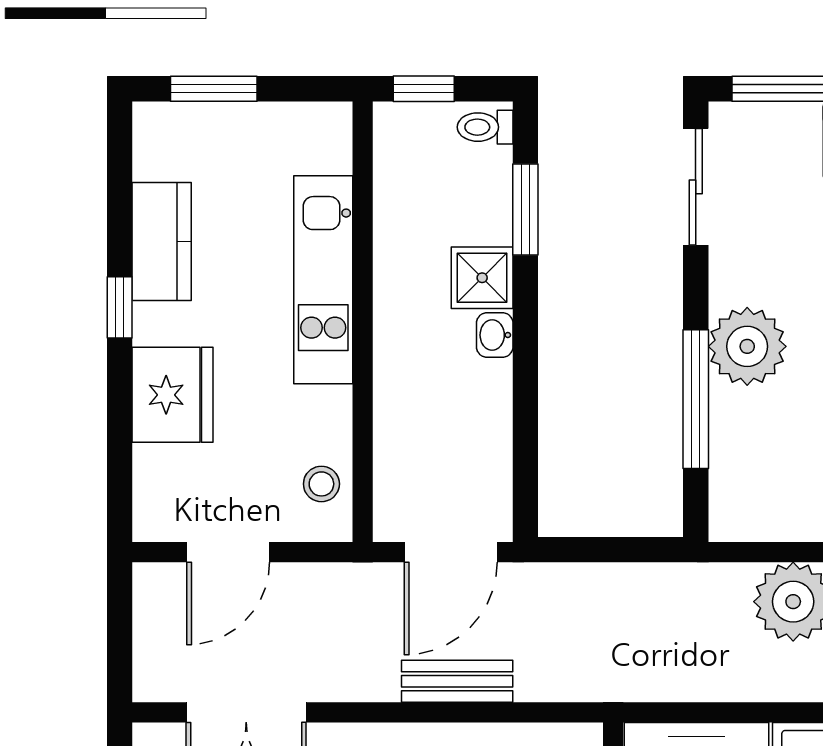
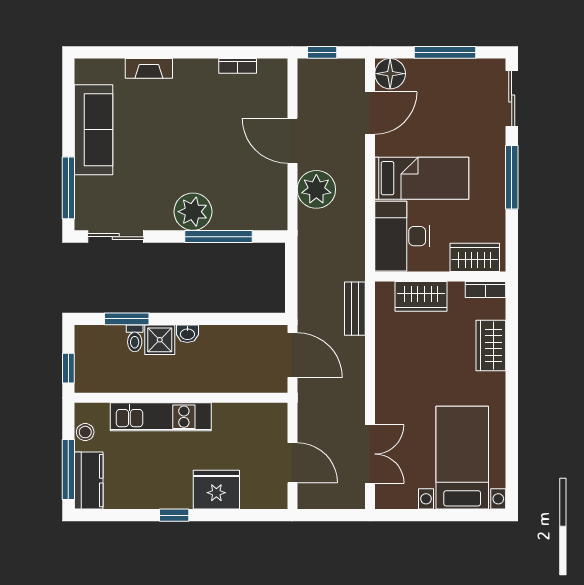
window: (214, 89) -> (68, 470), width x1.44
toilet: (485, 127) -> (135, 338), moved
kitchen counter: (162, 241) -> (89, 481), moved, turned 90
stool: (321, 484) -> (85, 432), moved
bench: (457, 681) -> (355, 309), moved

